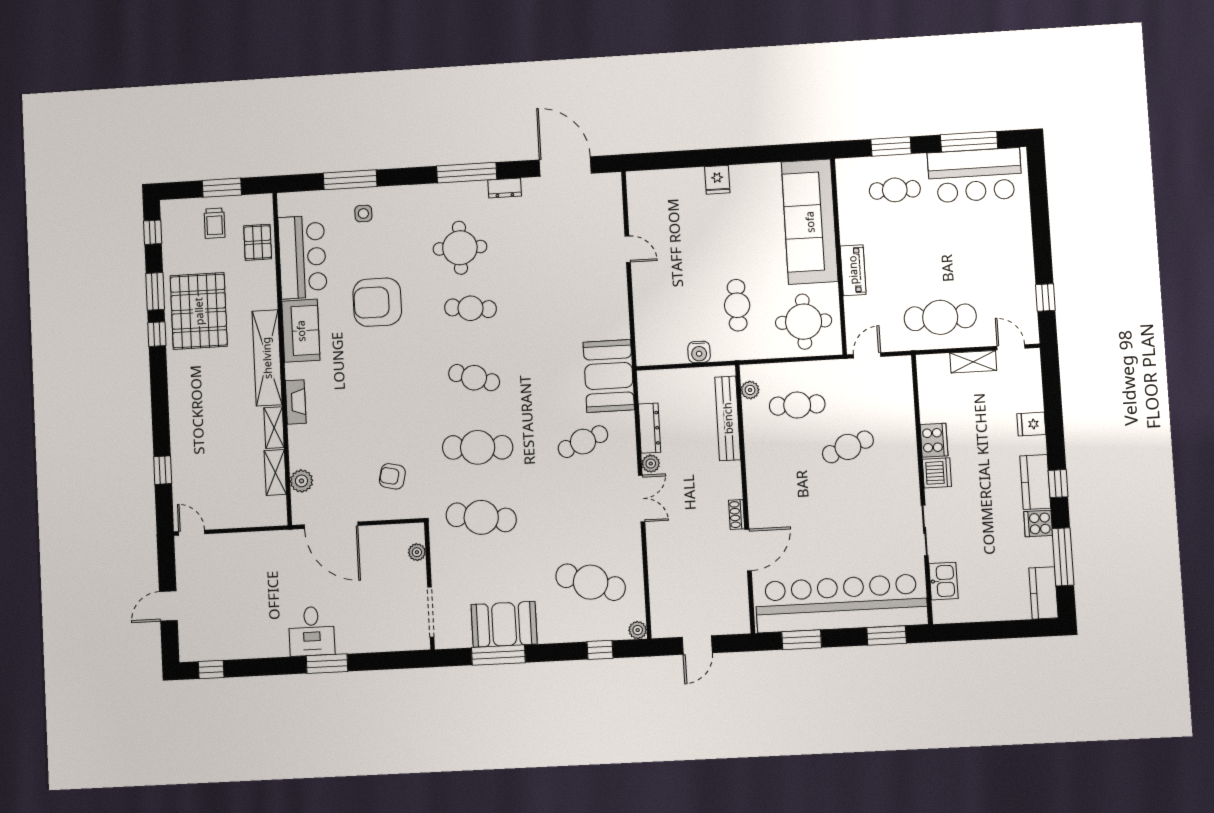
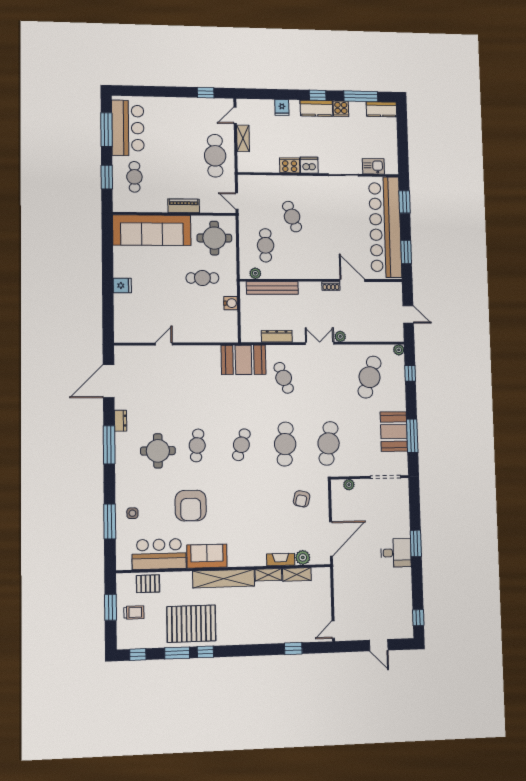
fireplace: (296, 402) -> (281, 559), moved
plant: (651, 464) -> (340, 336), moved

